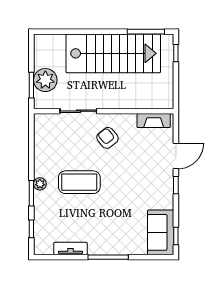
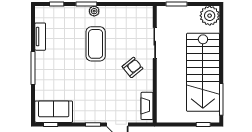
plant: (45, 80) -> (210, 16), moved

